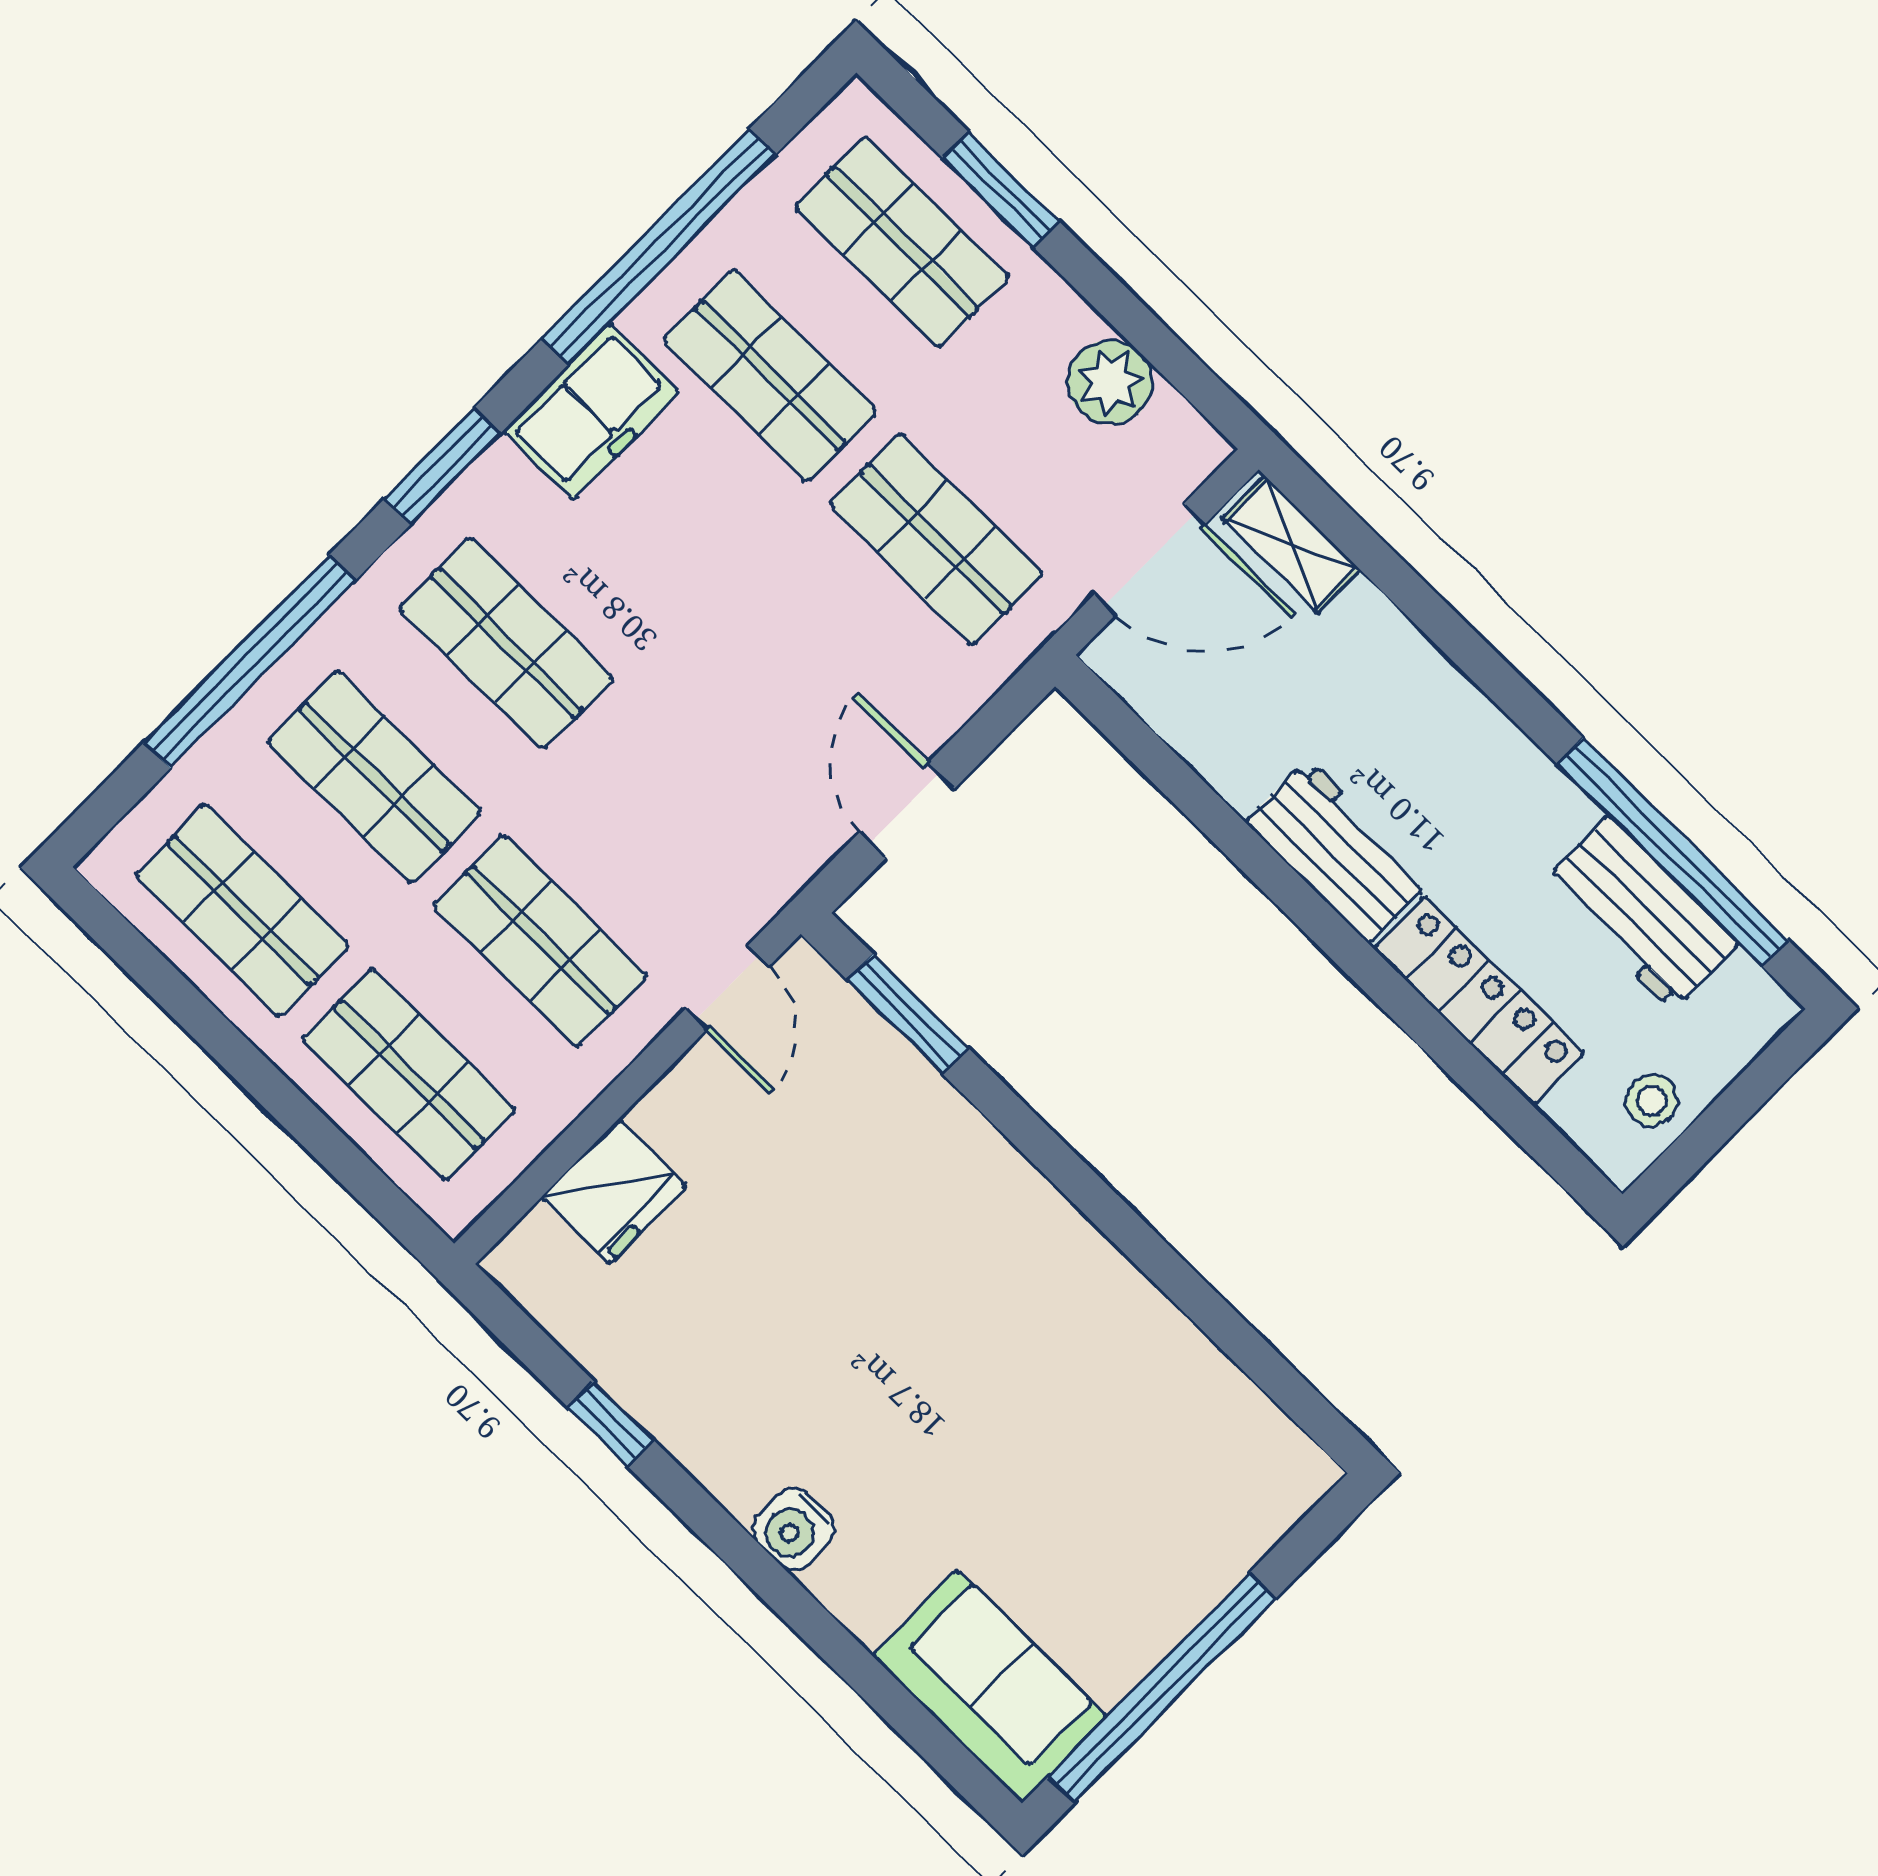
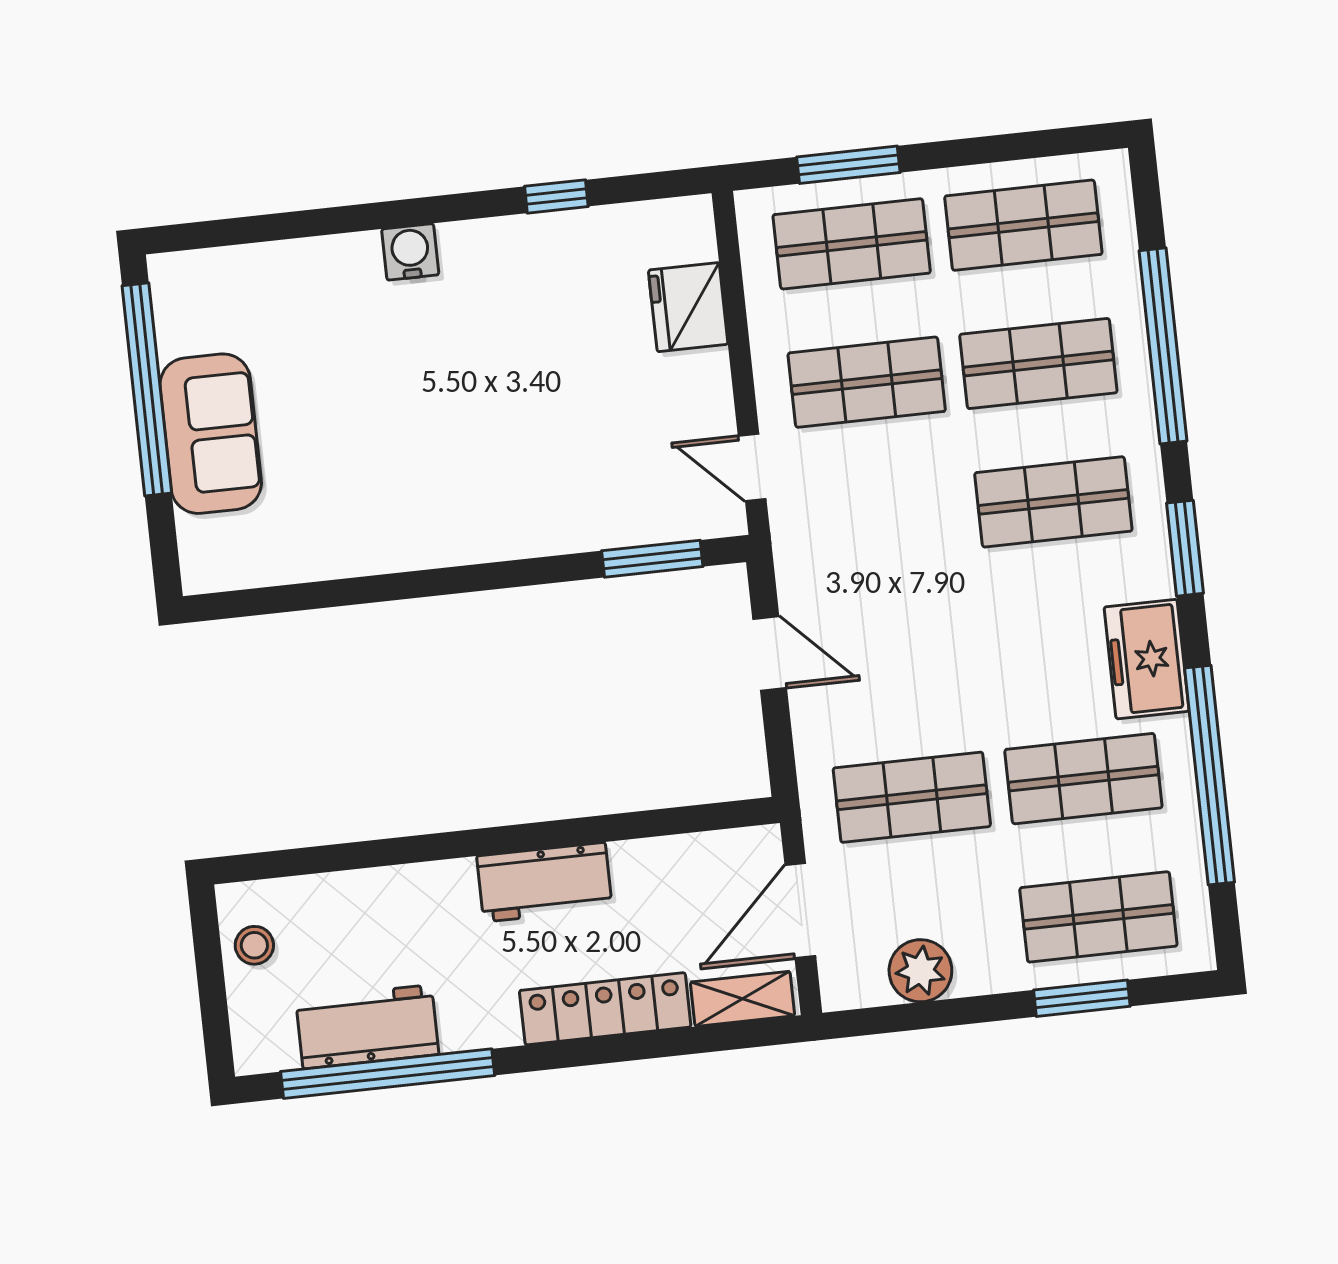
locker: (1479, 1001) -> (605, 1009), moved, turned 180
window: (329, 1145) -> (848, 165), added
sofa: (990, 1686) -> (211, 434), moved, turned -90

